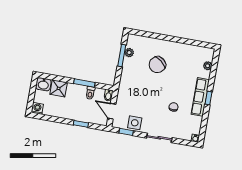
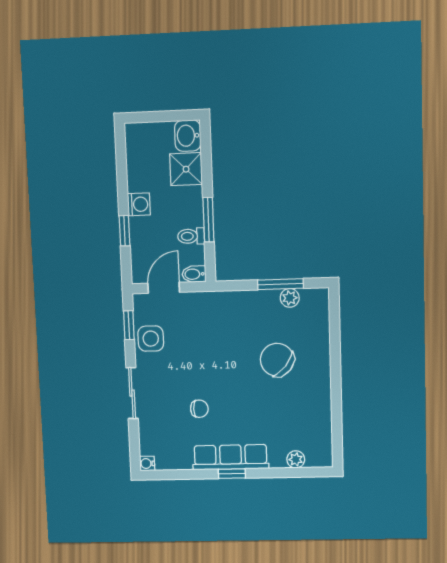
washing machine: (37, 108) -> (139, 204), moved

